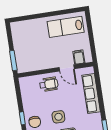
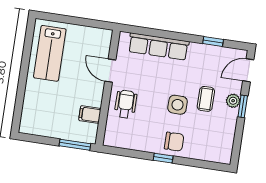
filing cabinet: (79, 57) -> (90, 115), moved
door: (67, 68) -> (110, 71), swing flipped

